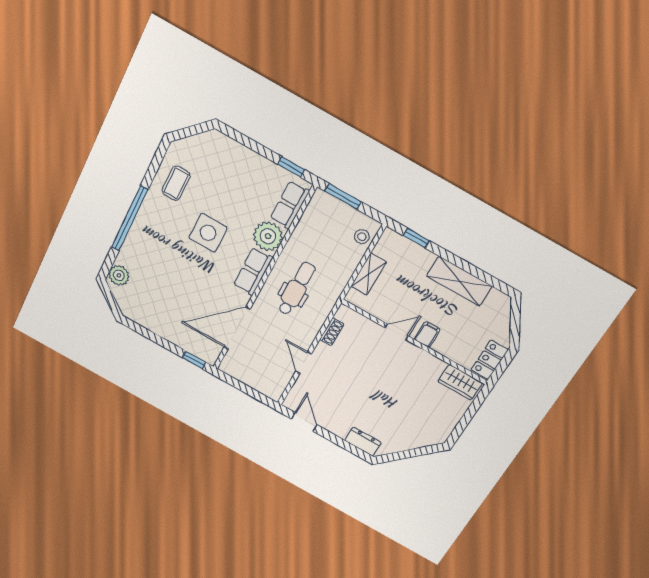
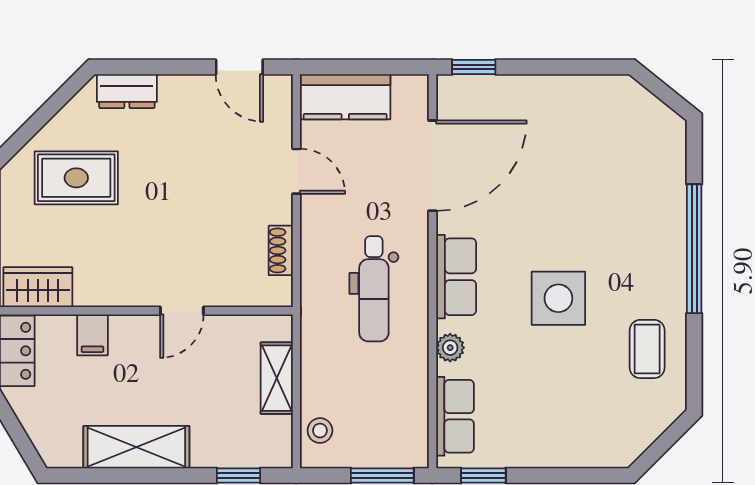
plant: (268, 236) -> (450, 348), width x0.53, depth x0.53
plant: (119, 275) -> (668, 142), removed
filing cabinet: (427, 334) -> (92, 335), moved
kitchen counter: (262, 381) -> (345, 97), added
rug: (410, 419) -> (76, 178), added

